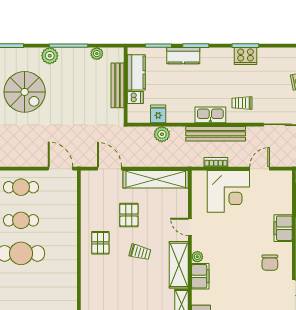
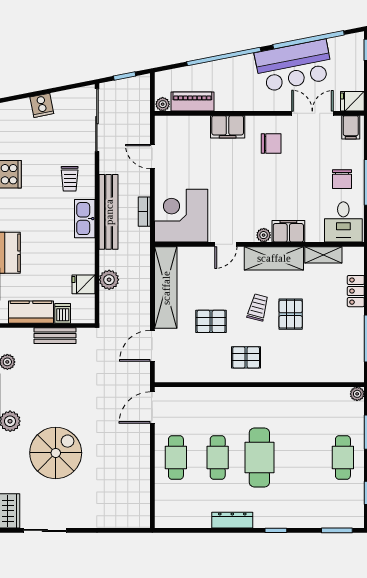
bench: (118, 85) -> (55, 336), width x0.73
corner desk: (228, 191) -> (181, 216), moved, turned -90
pallet: (135, 278) -> (291, 314), added

